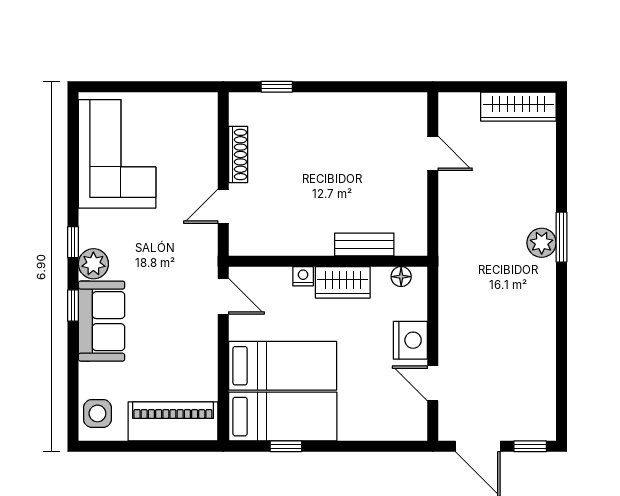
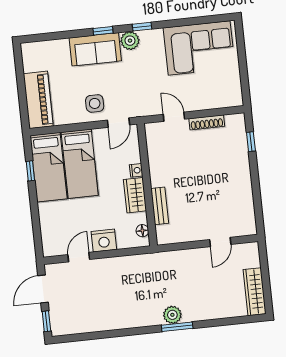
side table: (97, 413) -> (95, 103), moved

